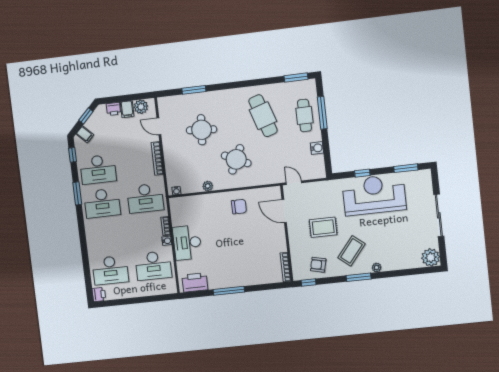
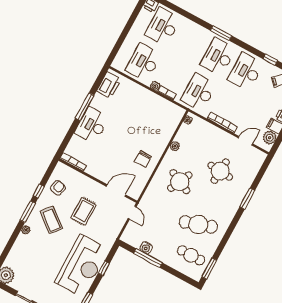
window: (194, 90) -> (247, 199), moved
window: (322, 113) -> (148, 258), moved
cafe table: (304, 115) -> (191, 255), moved
door: (294, 183) -> (132, 213), hinge flipped
window: (77, 193) -> (221, 33), moved
desk: (187, 243) -> (92, 125), moved, turned -90
window: (309, 282) -> (39, 191), moved

